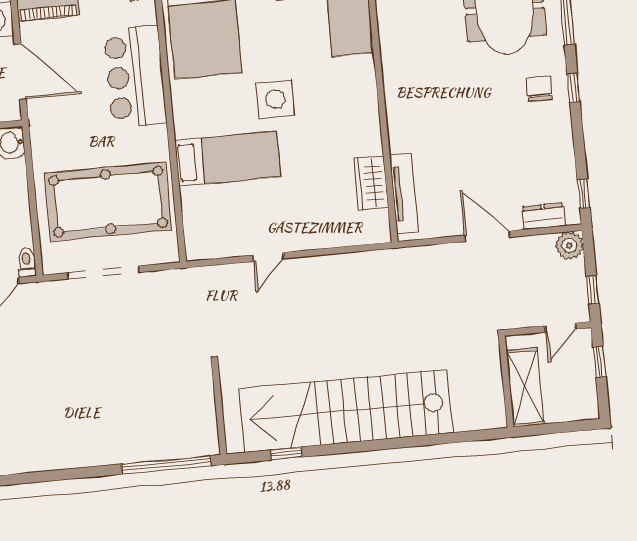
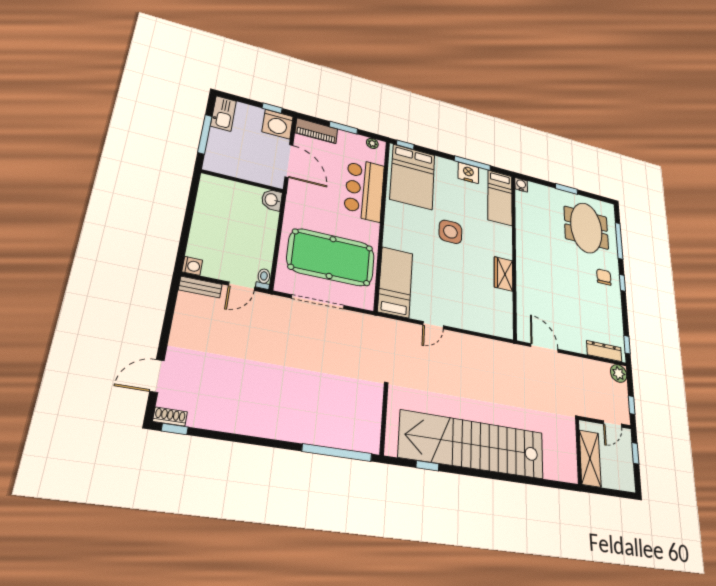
bed: (228, 159) -> (395, 282), moved, turned -90
wardrobe: (371, 183) -> (504, 274), moved
tv unit: (404, 193) -> (523, 312), removed
dresser: (544, 216) -> (604, 351), width x1.44
door: (487, 236) -> (545, 348), moved

